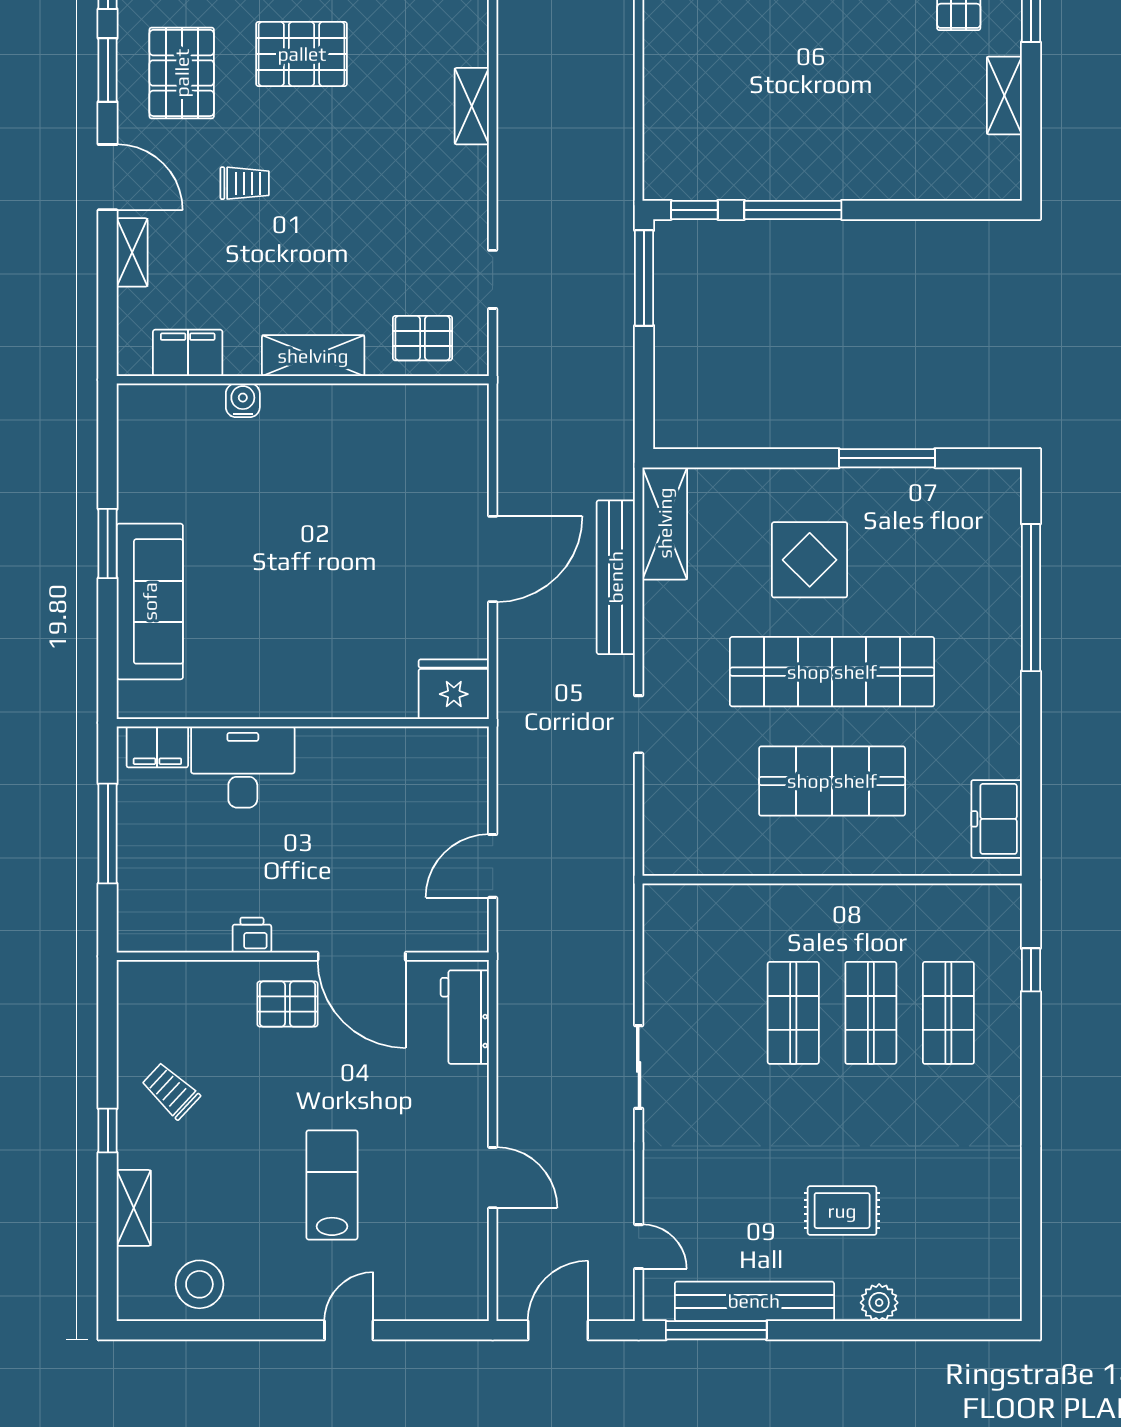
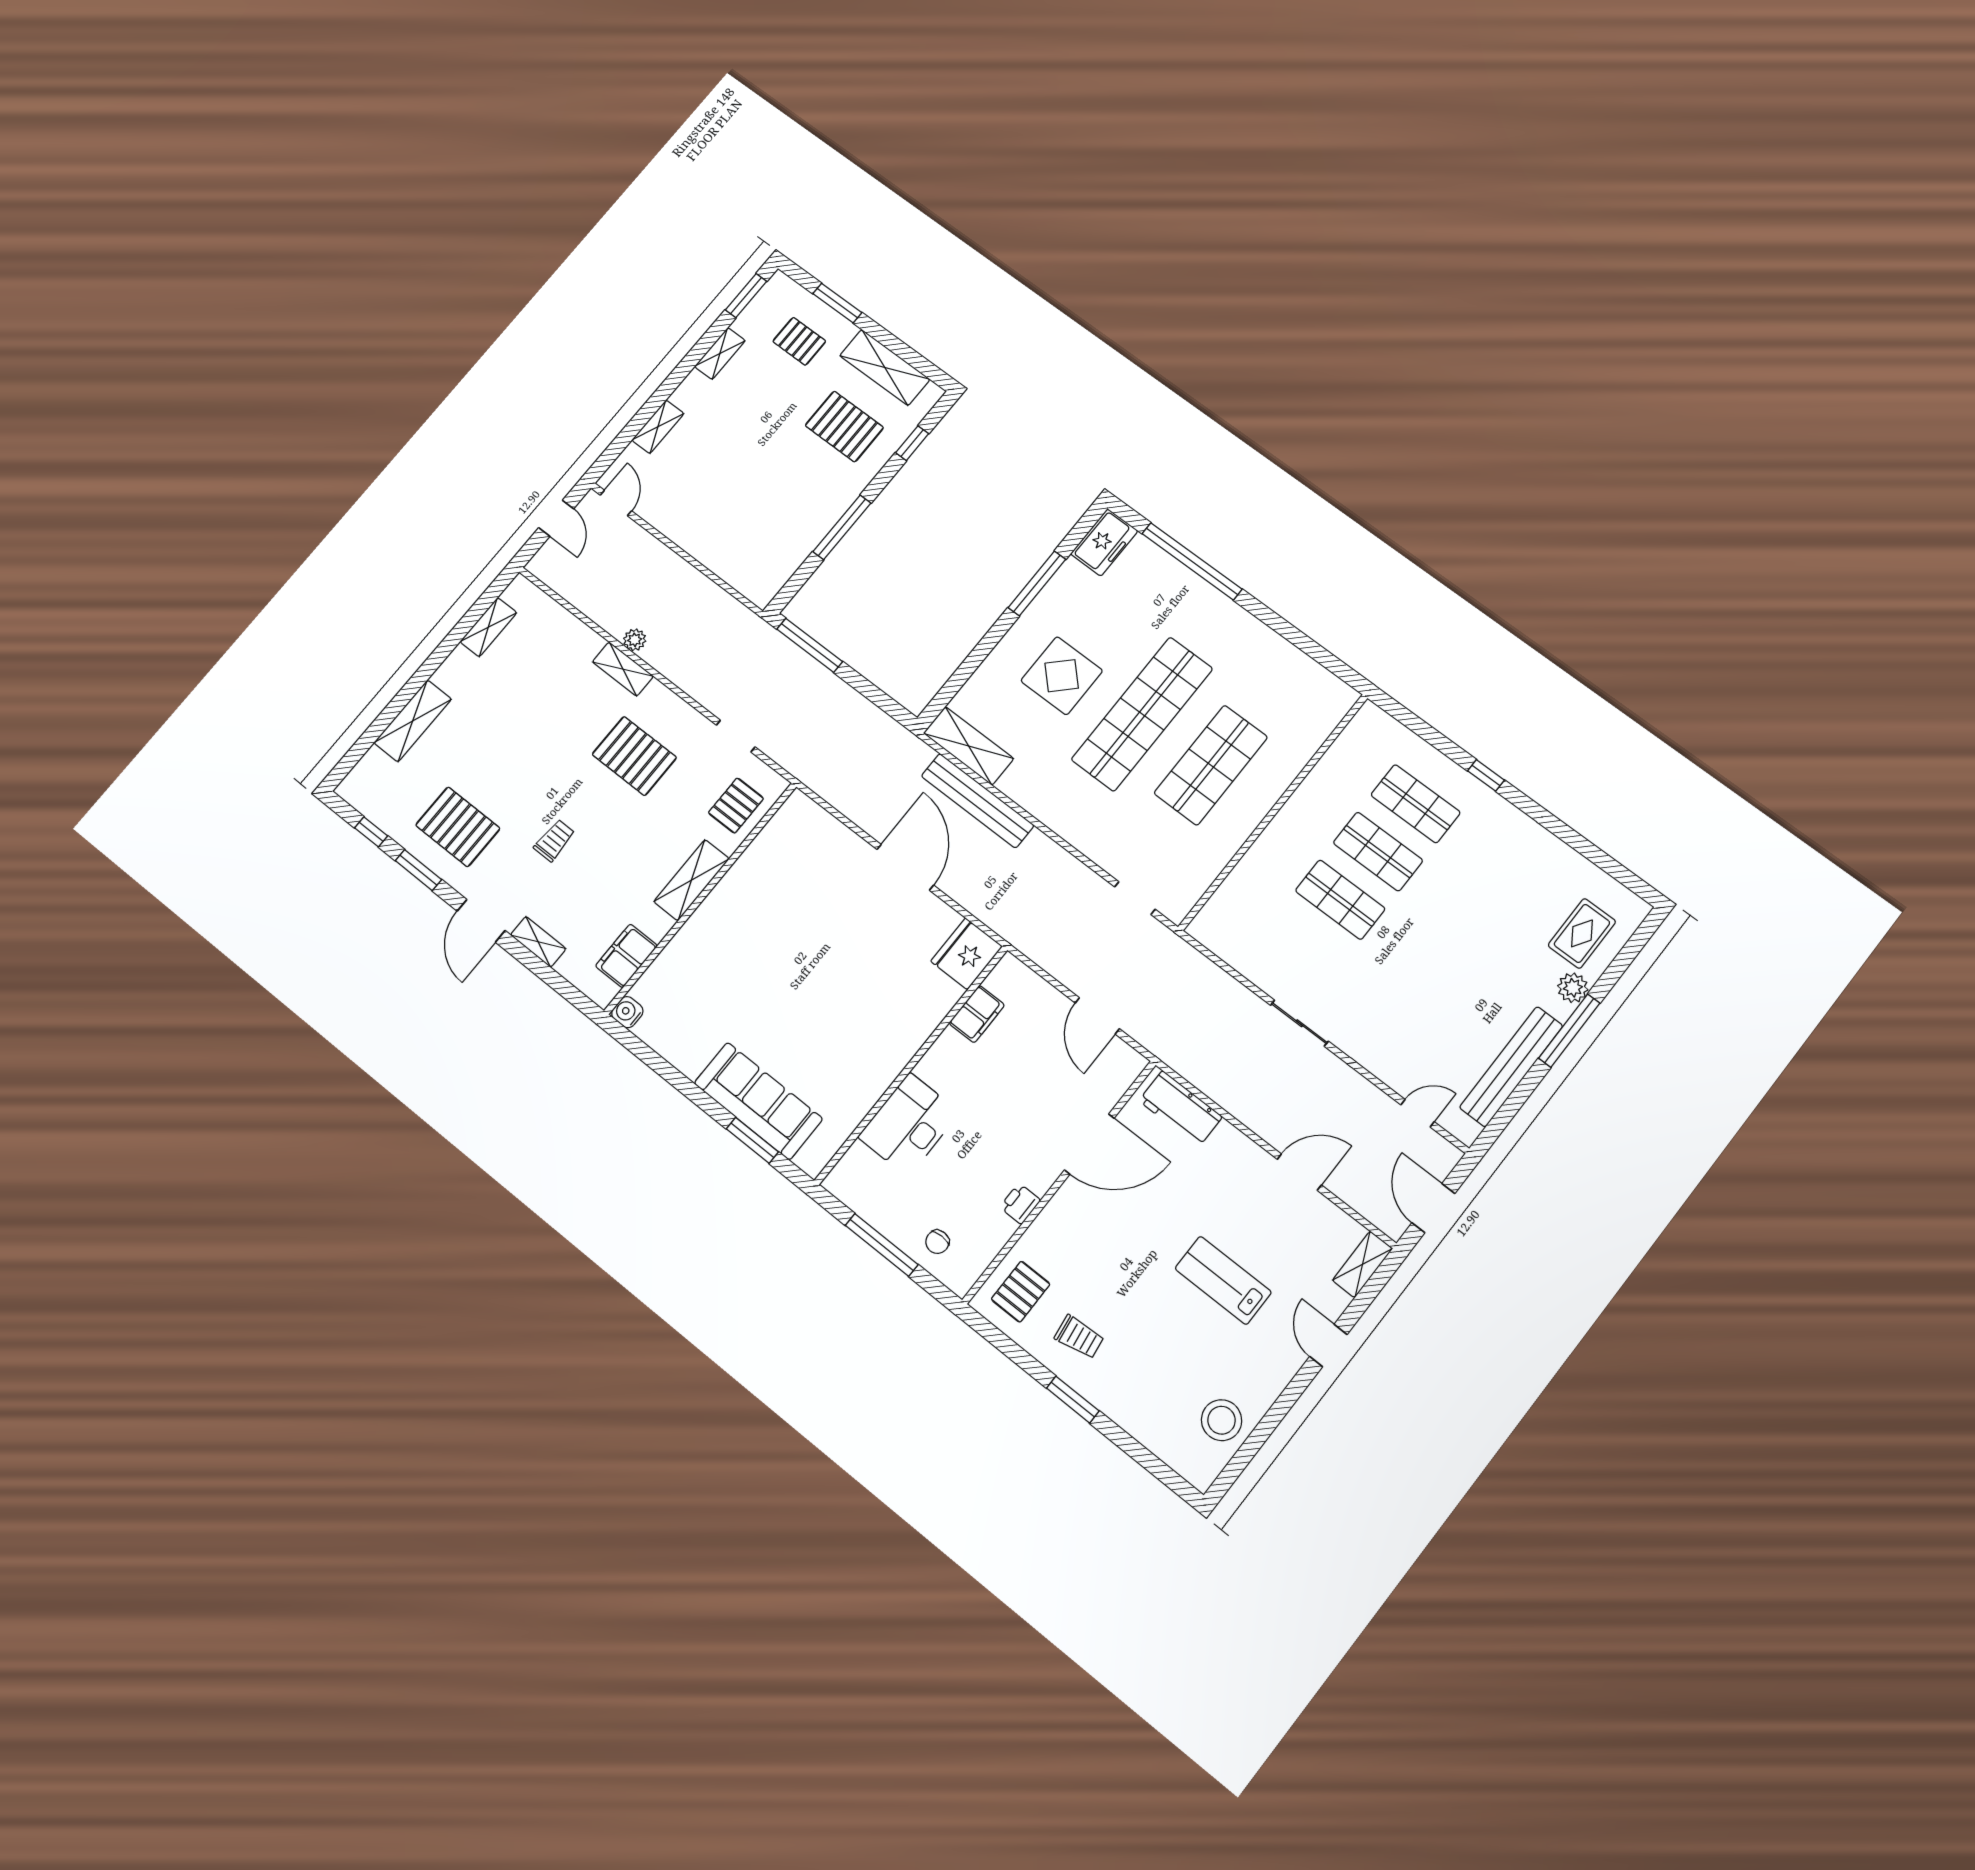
pallet: (302, 54) -> (634, 756), moved, turned 90
plant: (511, 93) -> (635, 640), added
shelving: (1004, 95) -> (885, 367), width x1.50, depth x1.33
pallet: (902, 125) -> (844, 427), added
door: (108, 177) -> (481, 921), swing flipped
window: (694, 210) -> (912, 443), moved
water cooler: (243, 400) -> (627, 1012), moved
window: (108, 544) -> (752, 1140), moved
doorway: (639, 724) -> (1135, 898), moved
filing cabinet: (157, 747) -> (977, 1014), moved
freezer: (997, 819) -> (1104, 542), moved, turned -90
chair: (153, 885) -> (937, 1242), added
window: (1031, 970) -> (1486, 775), moved
pallet: (287, 1004) -> (1021, 1292), moved
trolley: (171, 1091) -> (1079, 1337), turned -141
window: (108, 1131) -> (1073, 1400), width x1.50
shelving: (134, 1208) -> (1362, 1264), moved, turned 90
rug: (842, 1211) -> (1582, 933), moved
window: (716, 1330) -> (1569, 1031), moved

